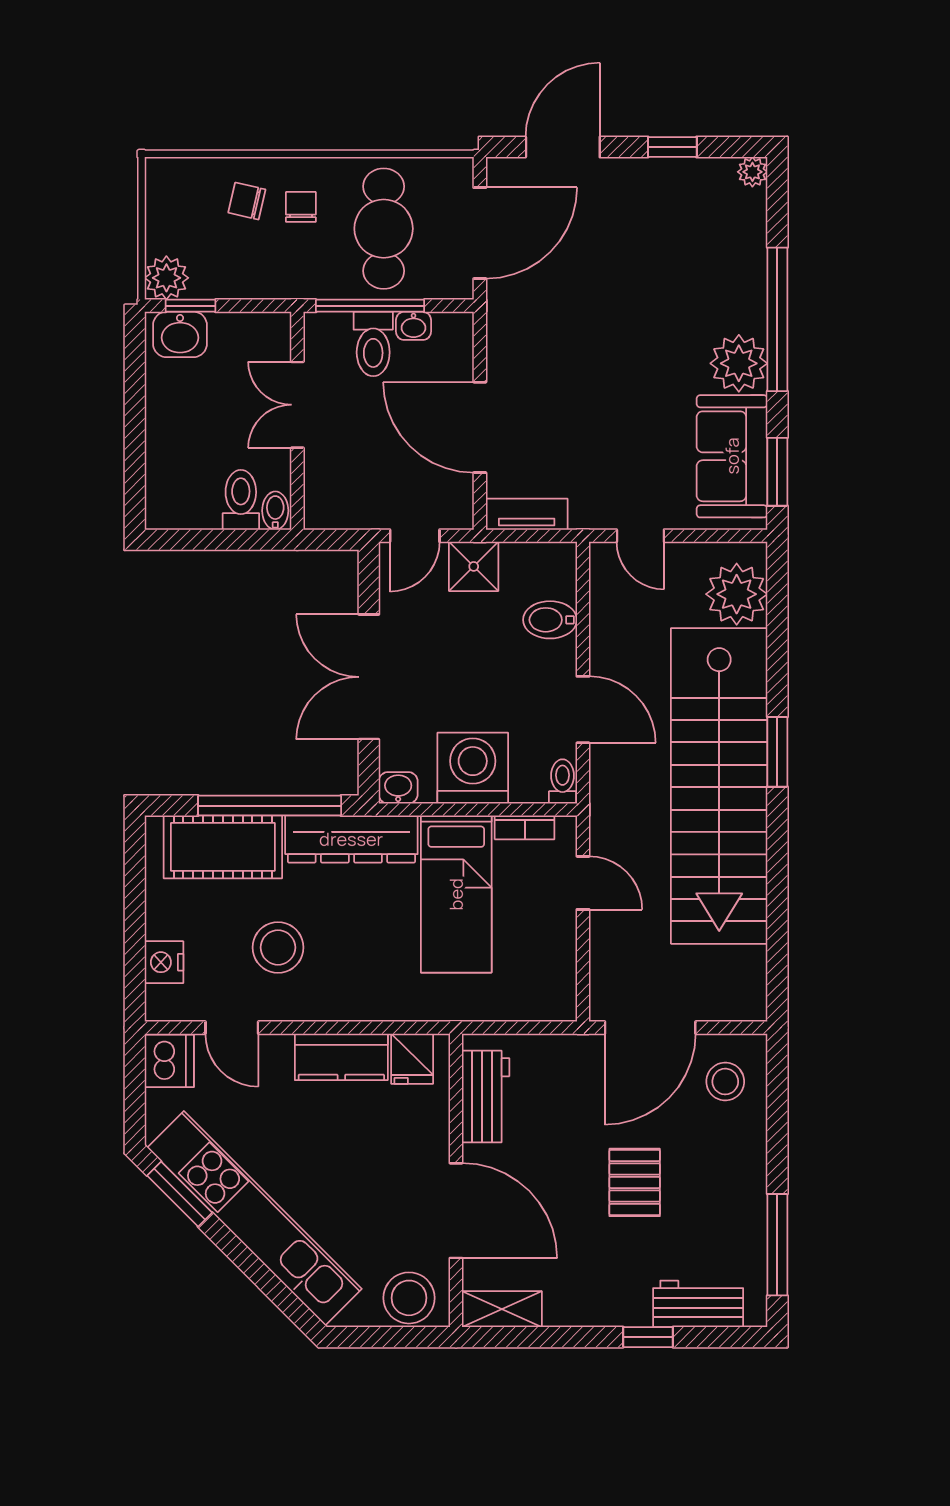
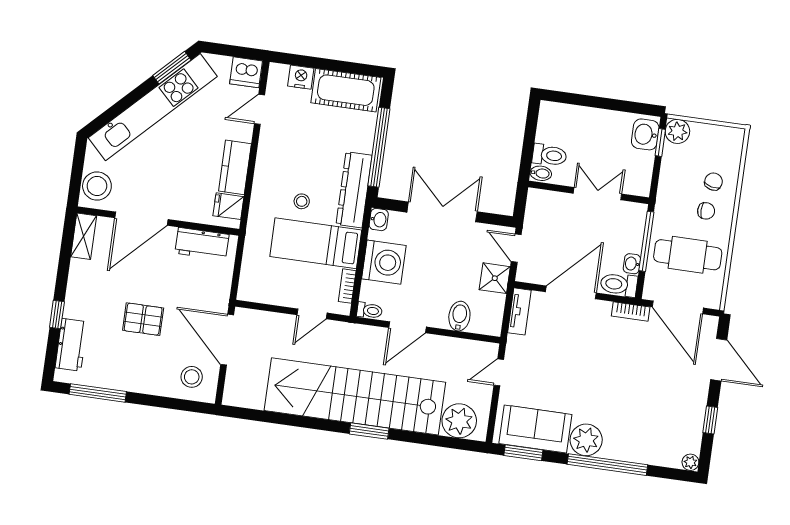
bookcase: (499, 316) -> (631, 312), added
toilet: (373, 344) -> (619, 285), moved
cot: (223, 847) -> (346, 90), moved, turned 90
stool: (278, 947) -> (302, 201), moved, width x0.53, depth x0.53

